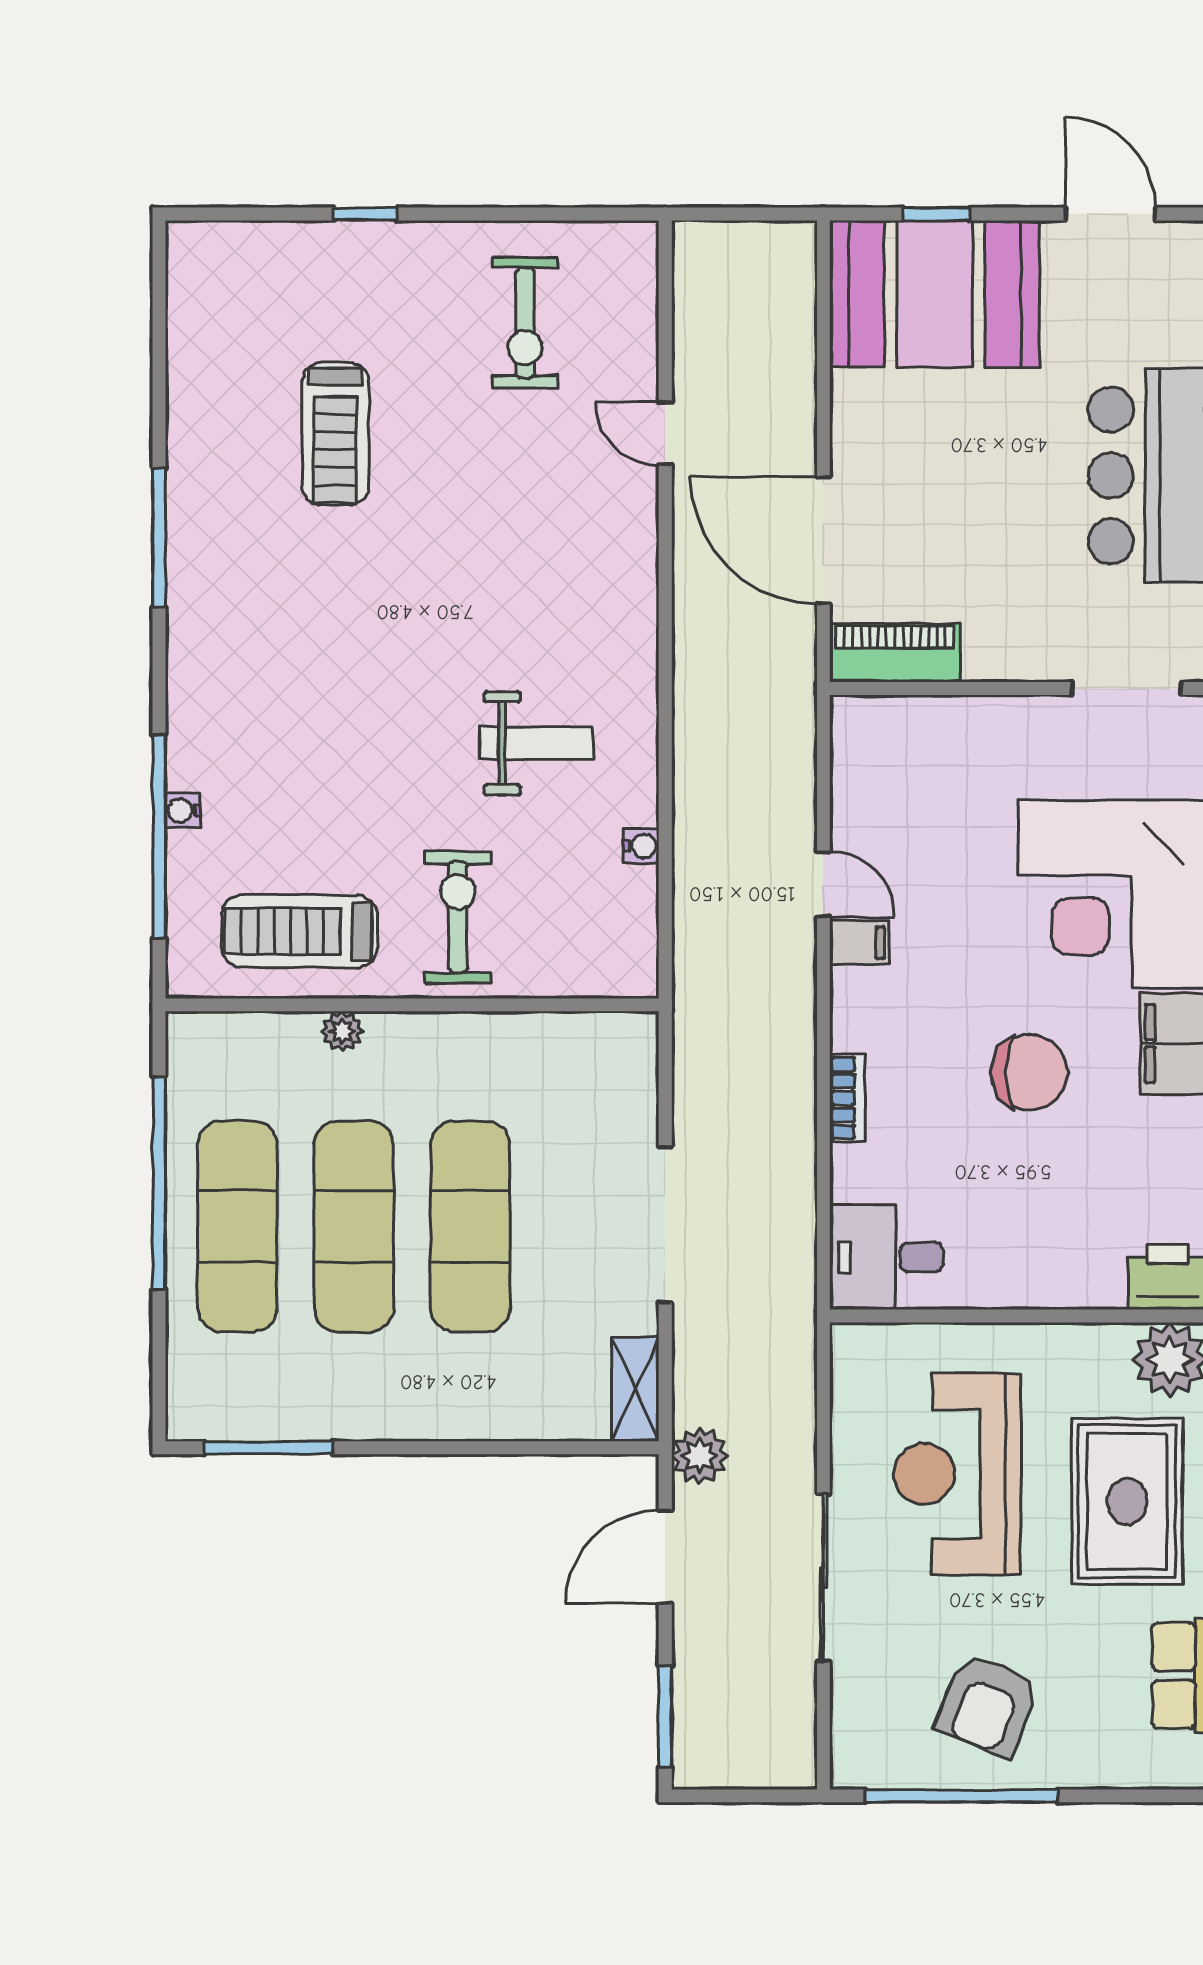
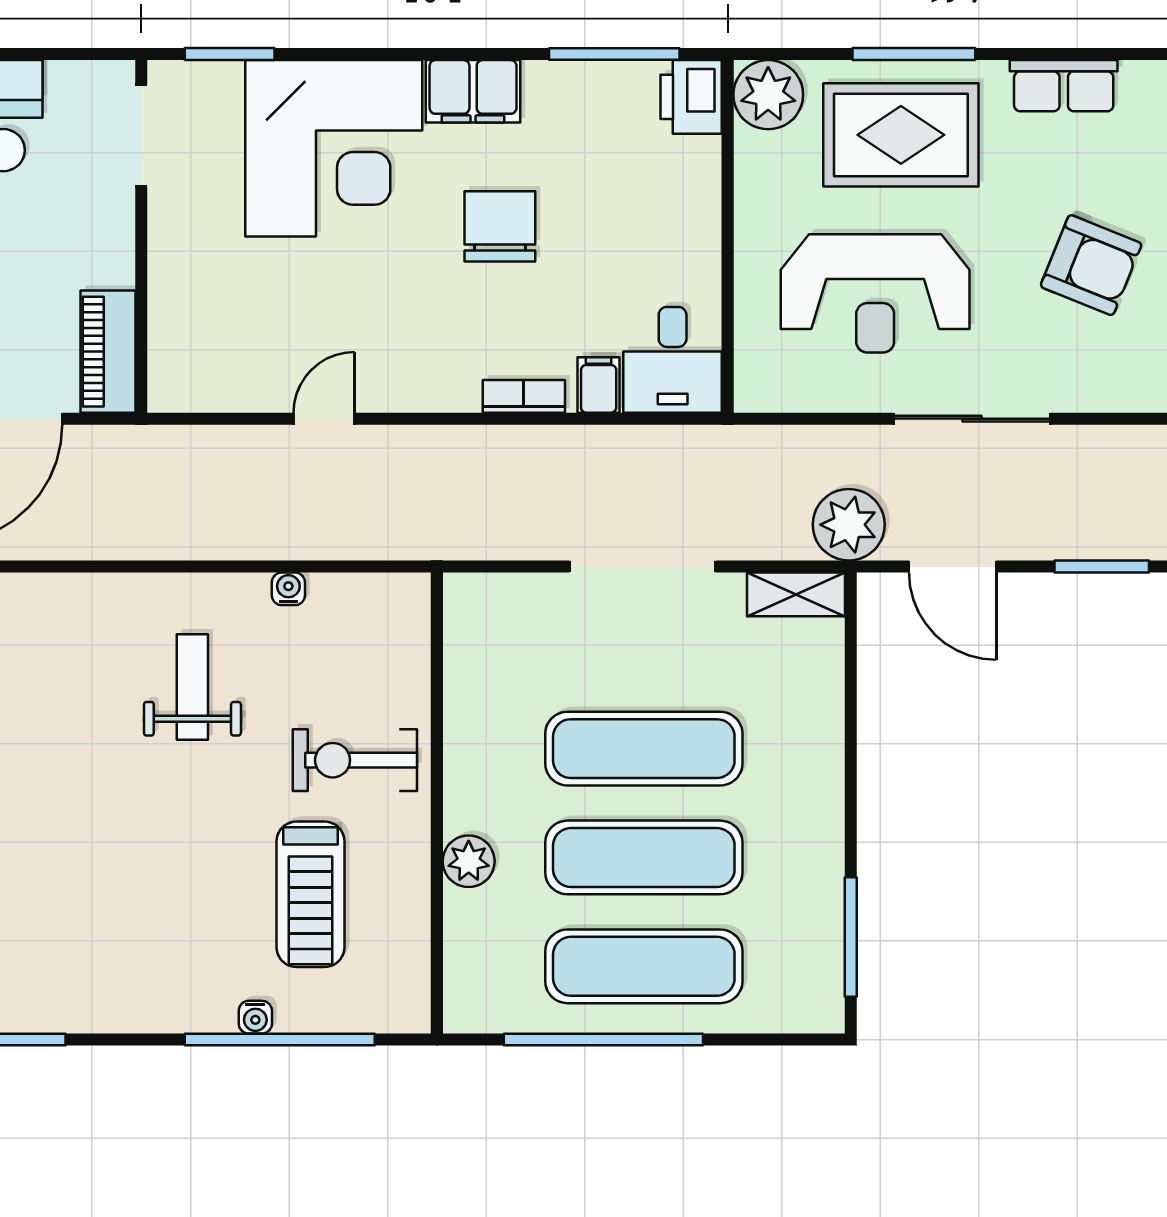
treadmill: (299, 931) -> (311, 894), moved
filing cabinet: (859, 943) -> (599, 385), moved
plant: (342, 1031) -> (469, 861), width x1.38, depth x1.38
plant: (700, 1456) -> (849, 525), width x1.36, depth x1.36

